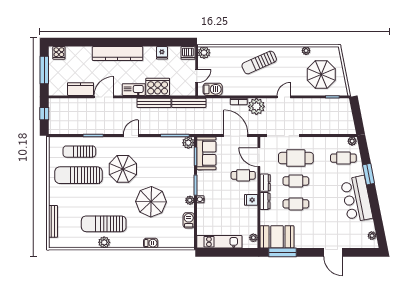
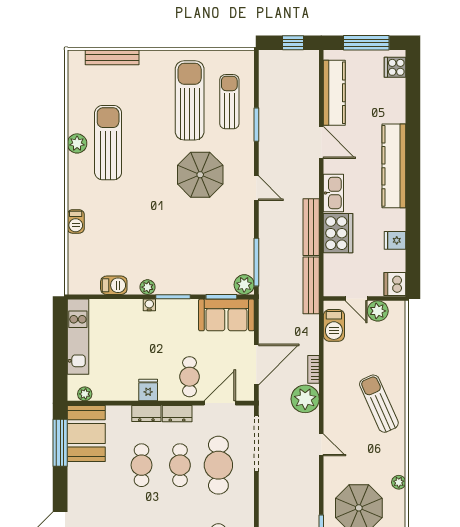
plant: (204, 53) -> (378, 311), moved
kitchen counter: (80, 89) -> (334, 93), width x1.50
parasol: (151, 202) -> (145, 222), removed

